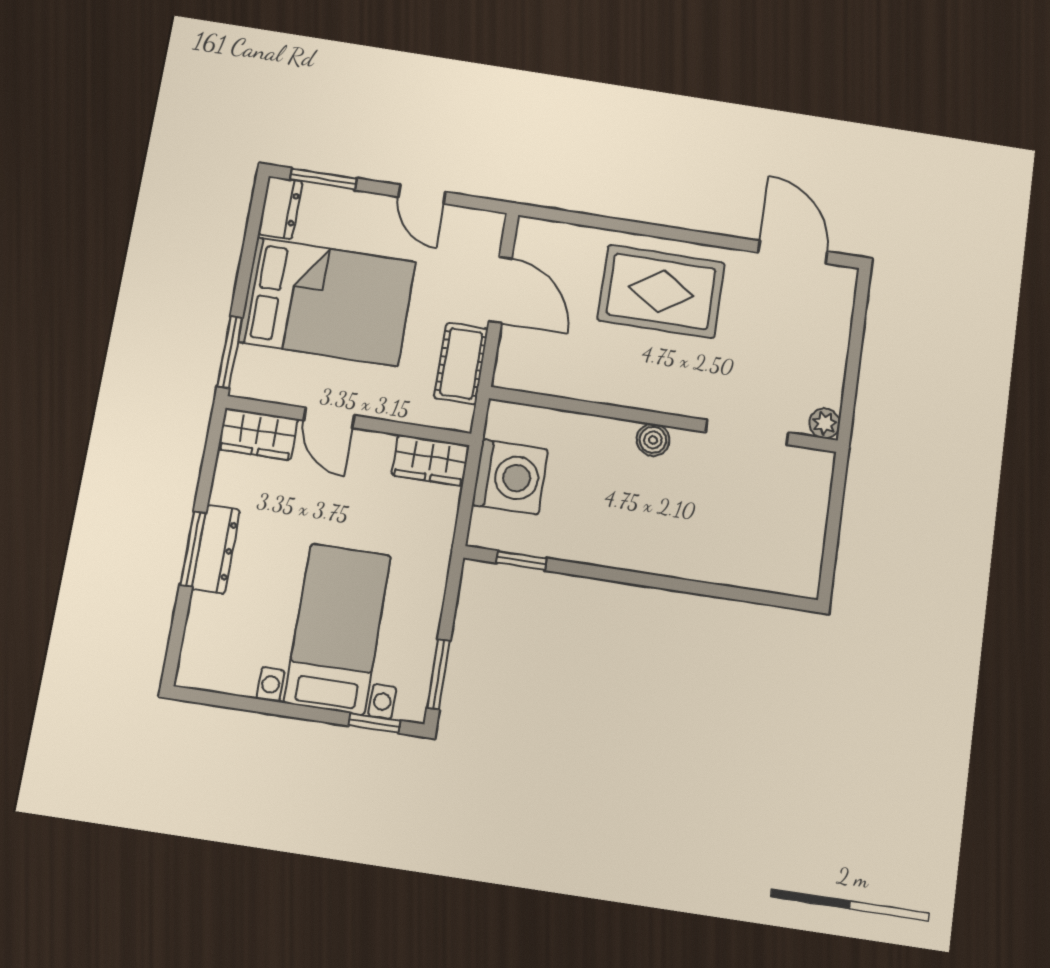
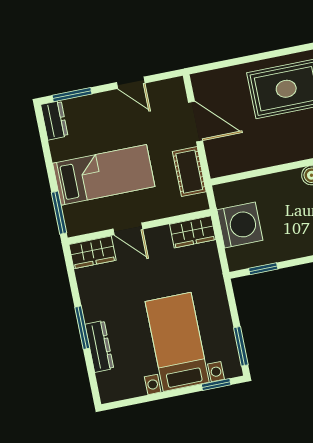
bed: (327, 302) -> (104, 175), width x0.67
dresser: (216, 549) -> (99, 346), moved

